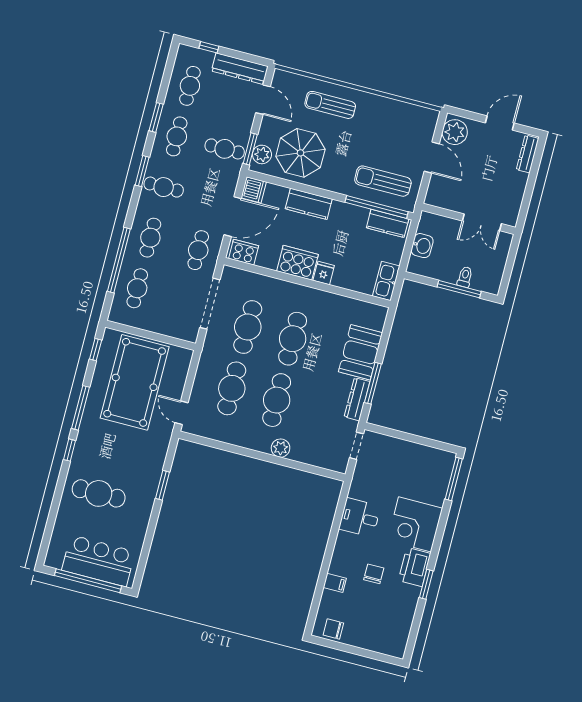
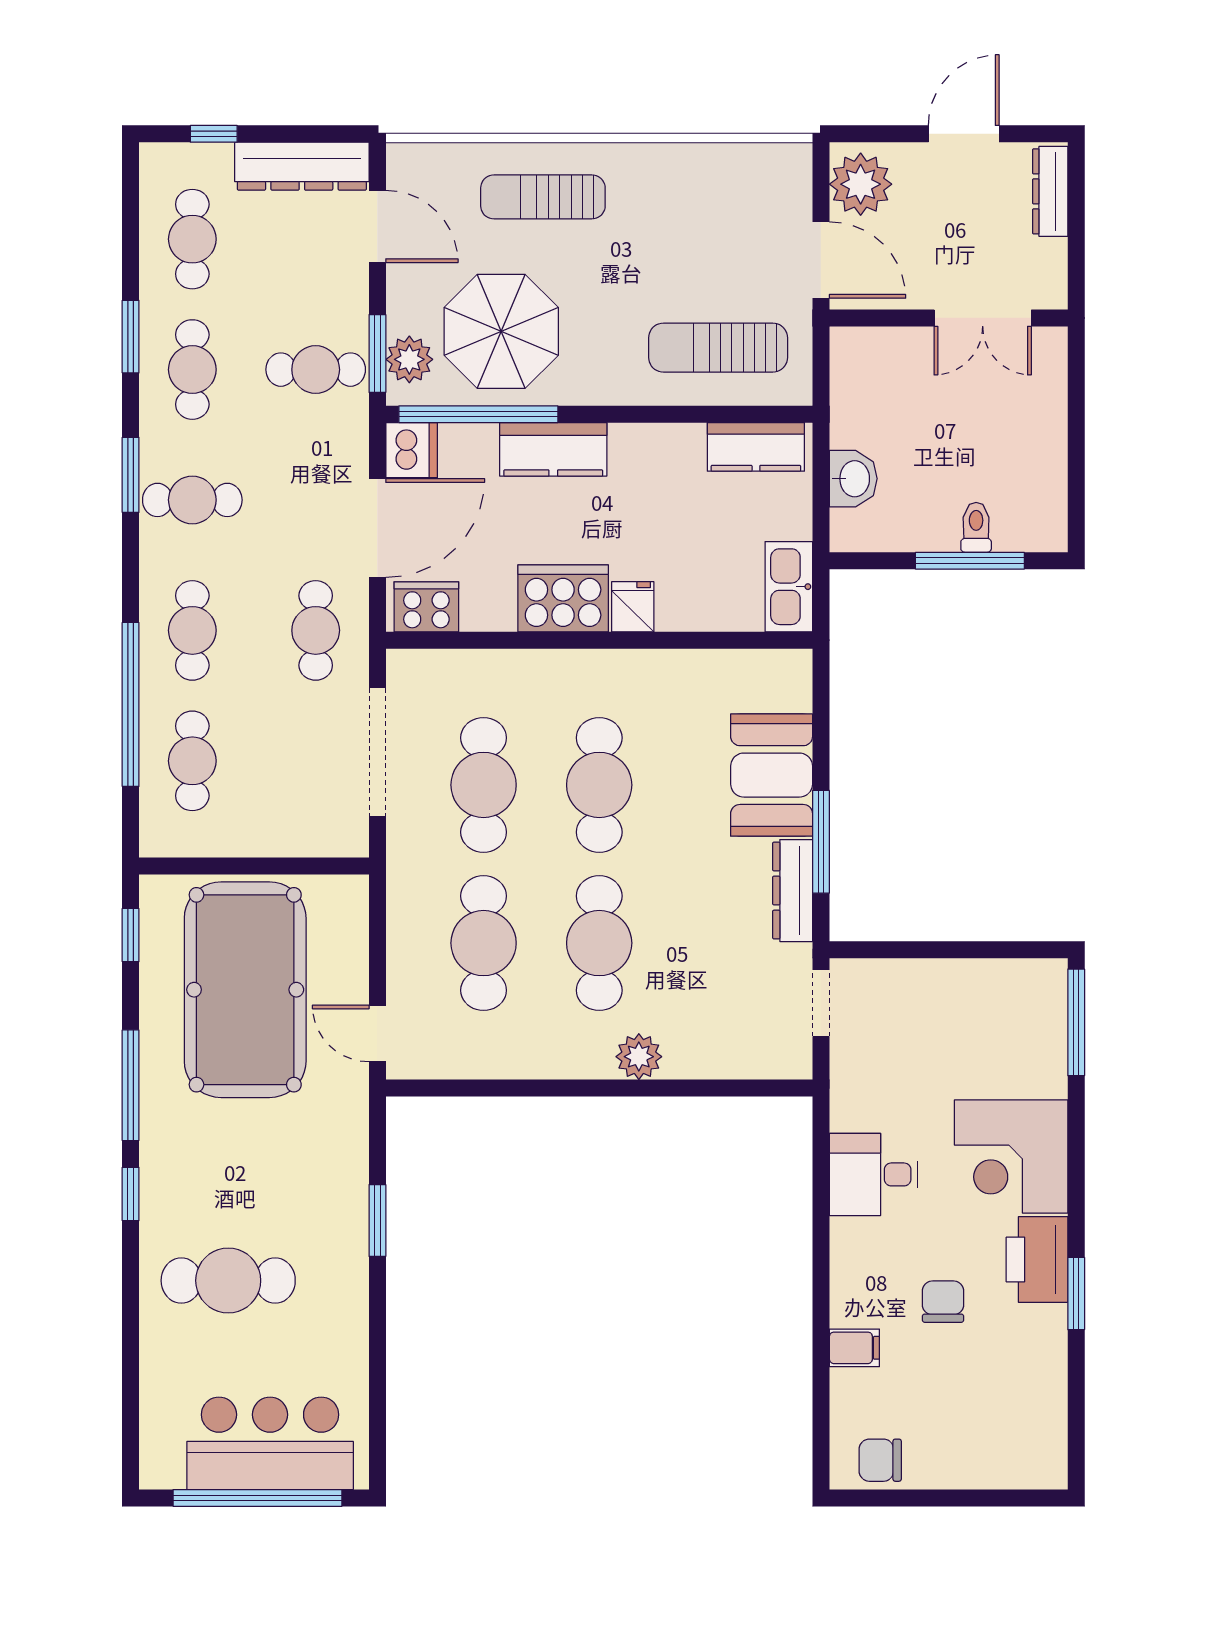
window: (377, 207) -> (478, 414), moved
wall: (469, 219) -> (949, 318), moved
double door: (482, 222) -> (983, 318), moved

